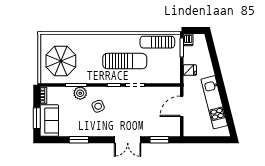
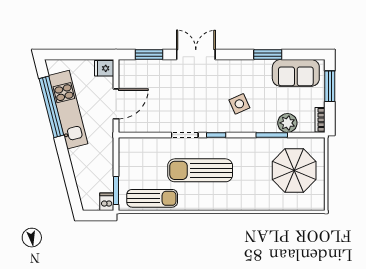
fridge: (190, 70) -> (104, 68), moved
plant: (80, 93) -> (287, 123), moved
window: (226, 104) -> (51, 107), added
sofa: (49, 121) -> (296, 73), moved, turned -90

